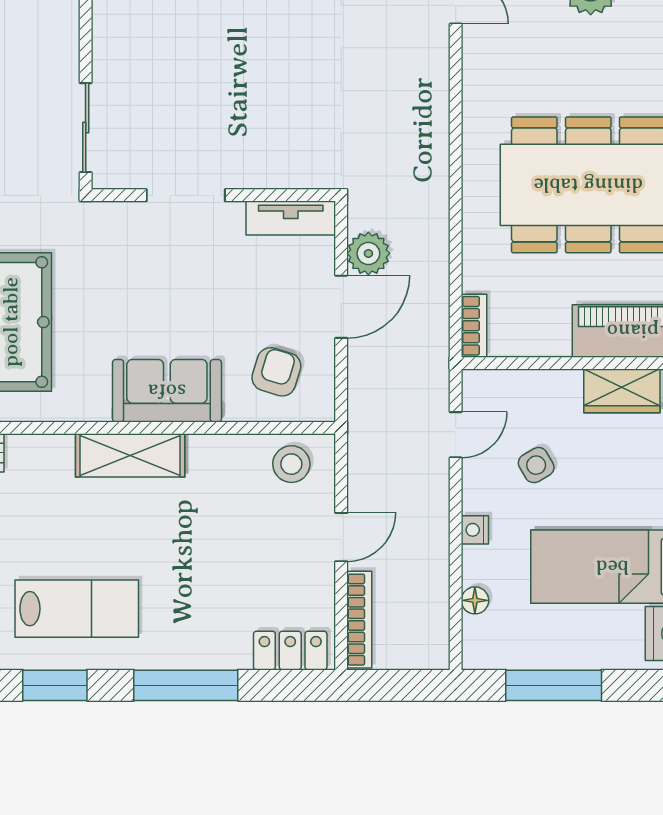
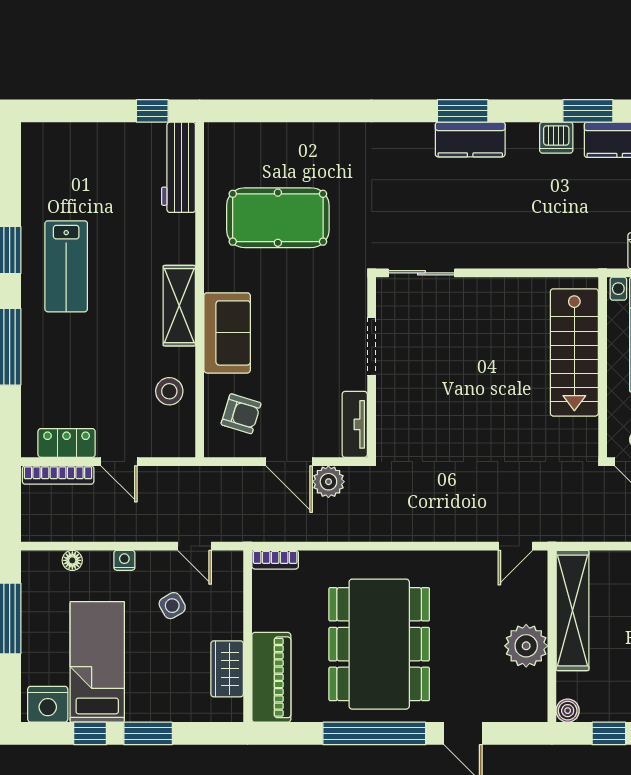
stool: (291, 464) -> (169, 391), moved
locker: (290, 651) -> (67, 443), moved, turned -90

